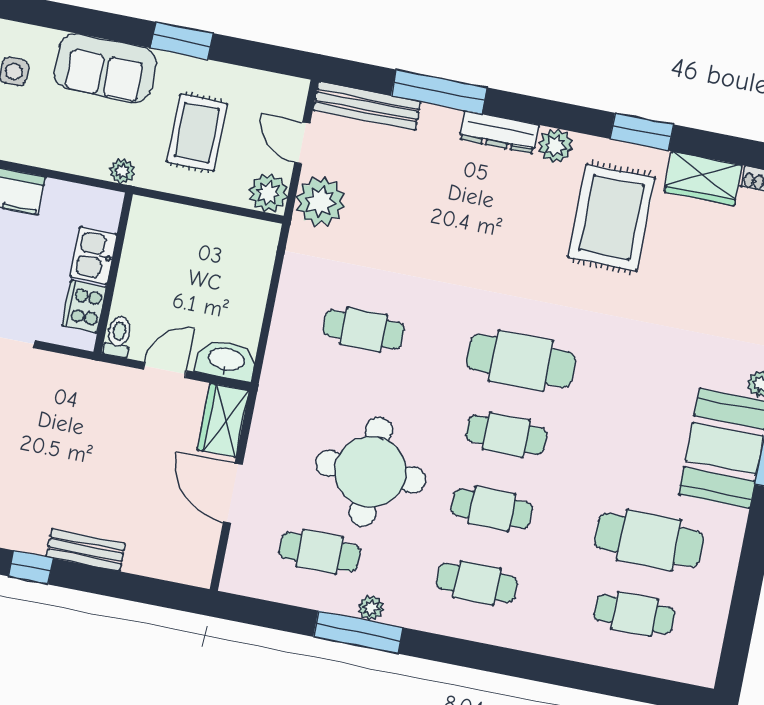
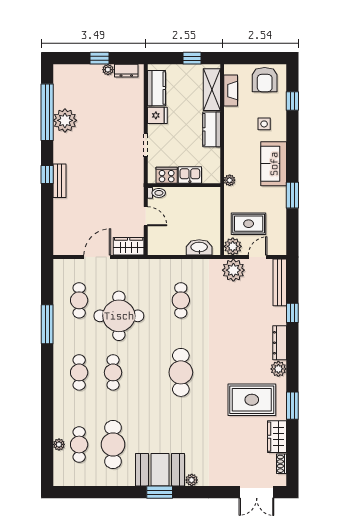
window: (439, 92) -> (292, 313), width x0.46
rug: (197, 133) -> (249, 224), moved
washbasin: (226, 360) -> (199, 247), moved, turned -90
cafe table: (506, 435) -> (147, 372), removed
bench: (86, 550) -> (60, 181), moved
plant: (371, 608) -> (59, 444), moved

